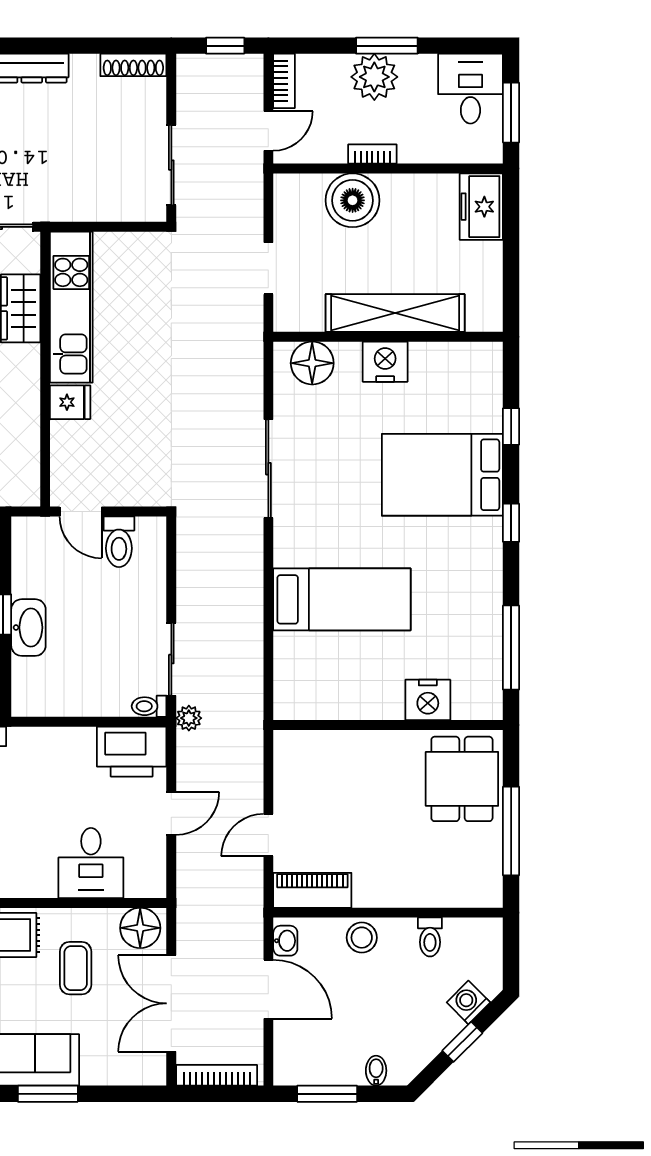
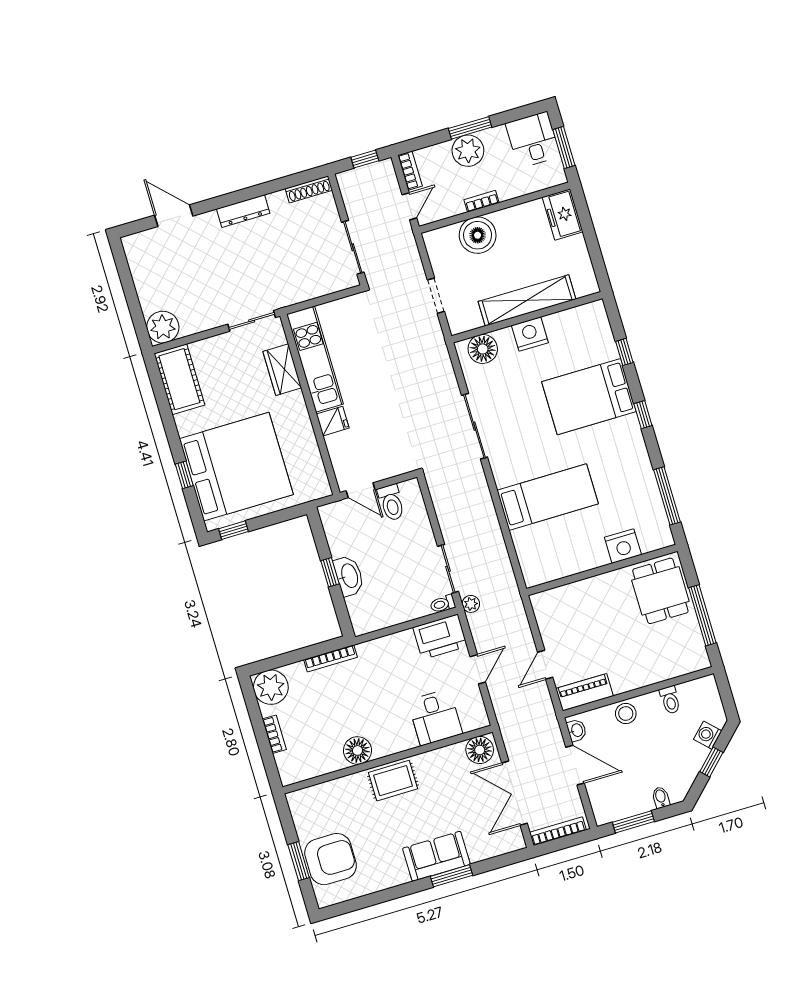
coffee table: (76, 968) -> (445, 789), removed

